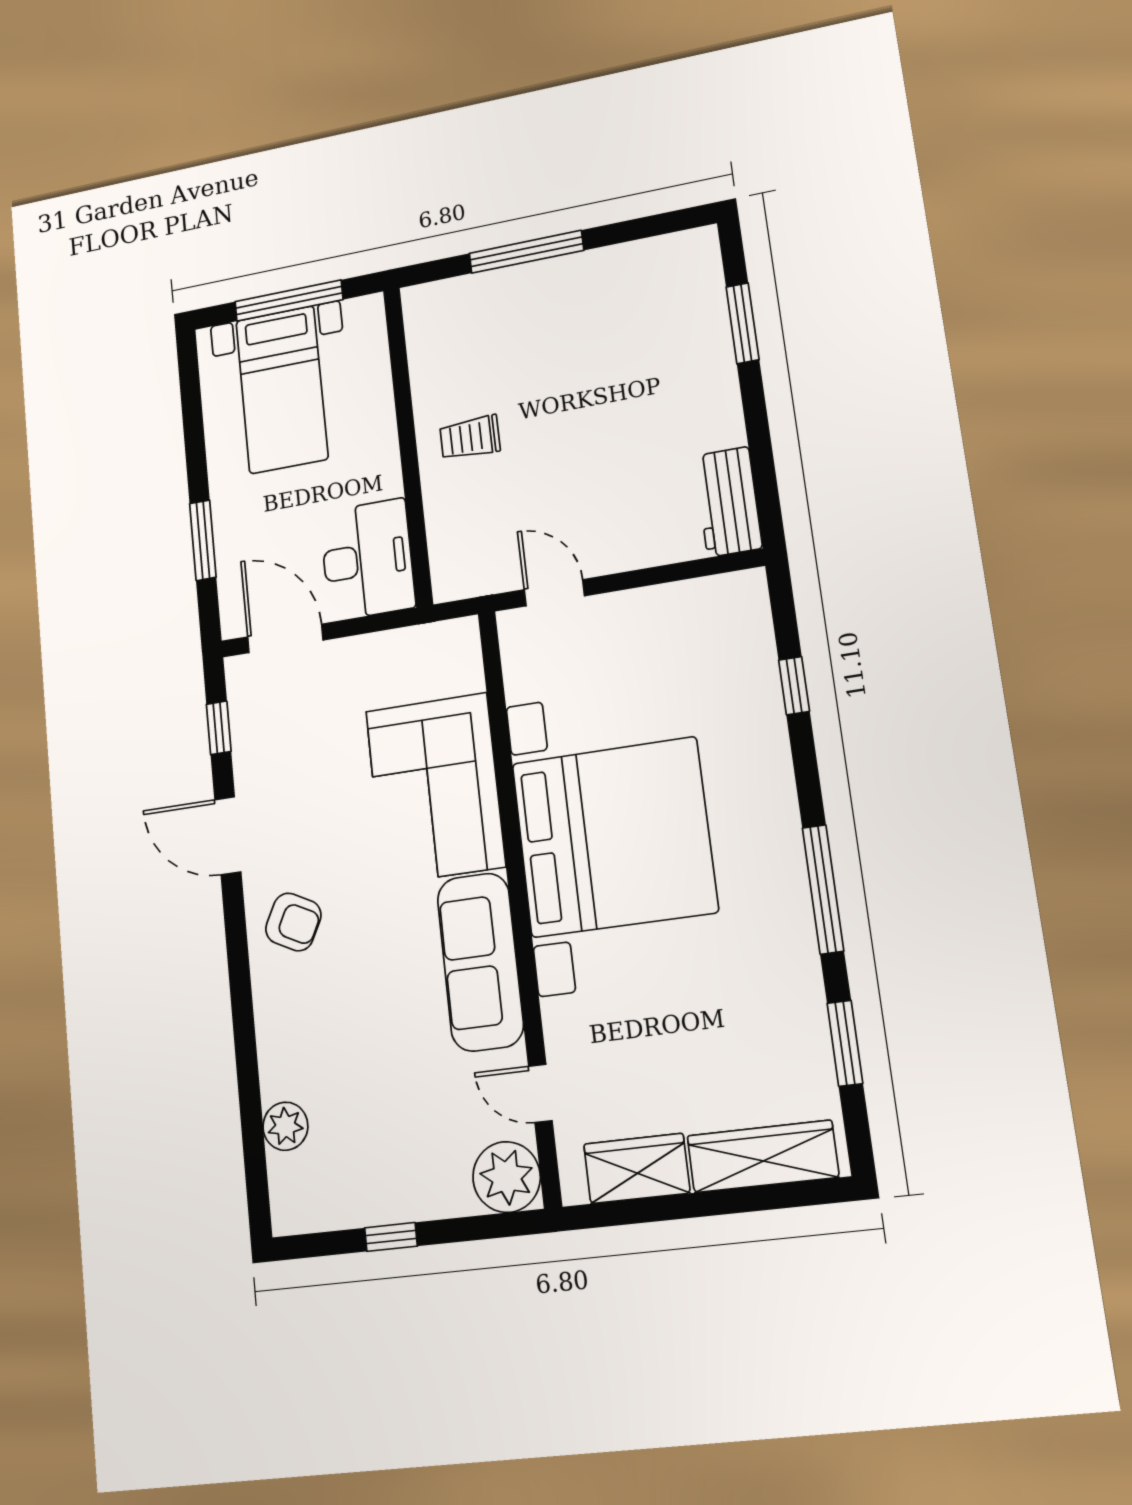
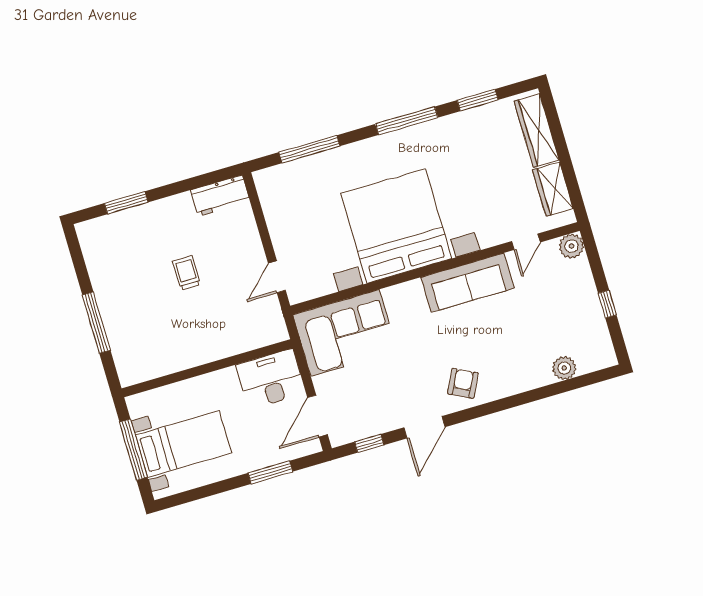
trolley: (470, 438) -> (186, 273), moved, turned 180
window: (794, 686) -> (309, 149), width x2.17
corner sofa: (435, 788) -> (345, 333), moved
plant: (507, 1177) -> (571, 246), width x0.73, depth x0.73

